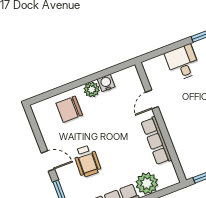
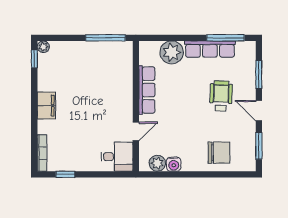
desk: (183, 63) -> (117, 157), moved, turned -90
plant: (92, 90) -> (157, 163), moved
window: (36, 129) -> (259, 146), added

